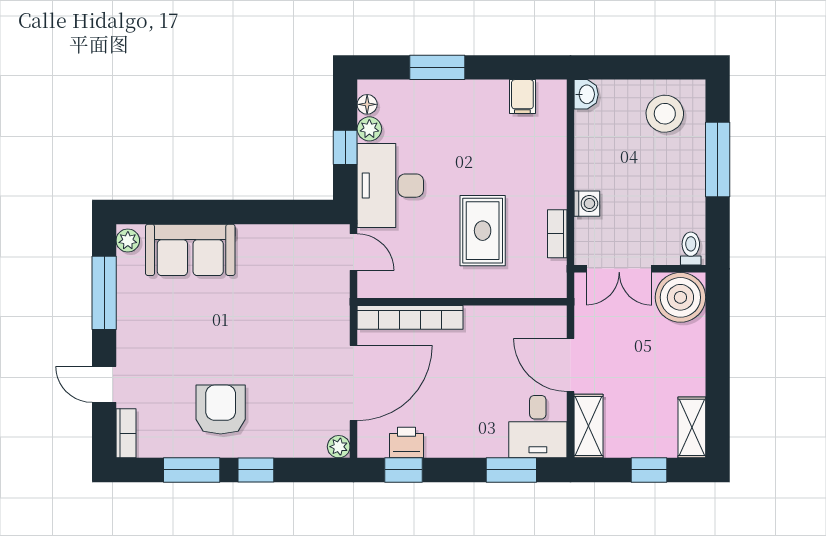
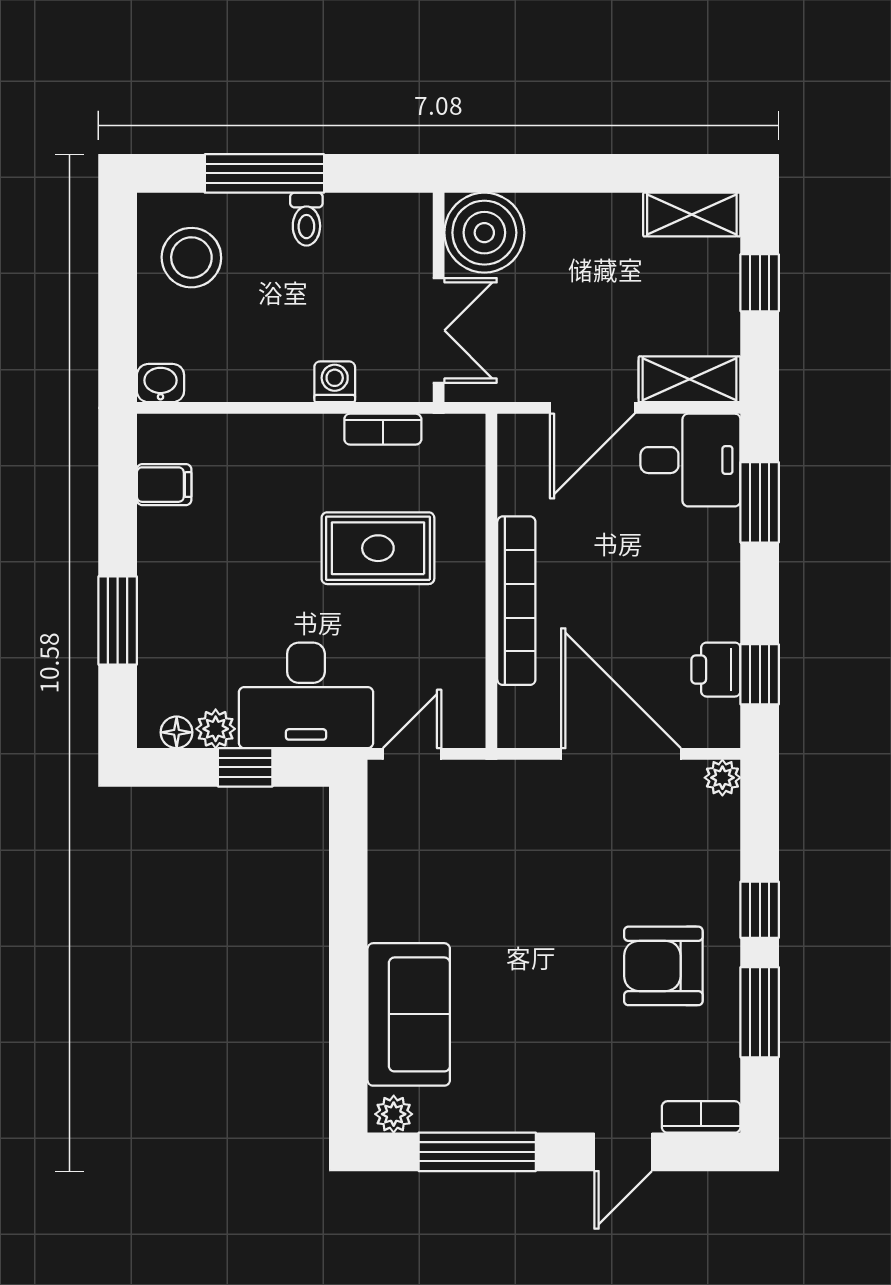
toilet: (691, 248) -> (306, 219), moved, turned -90
bookcase: (410, 317) -> (516, 601), moved

